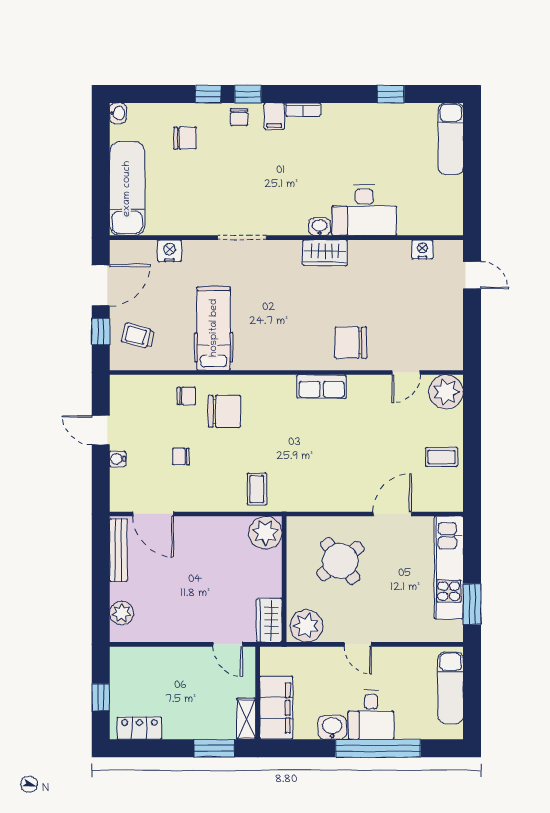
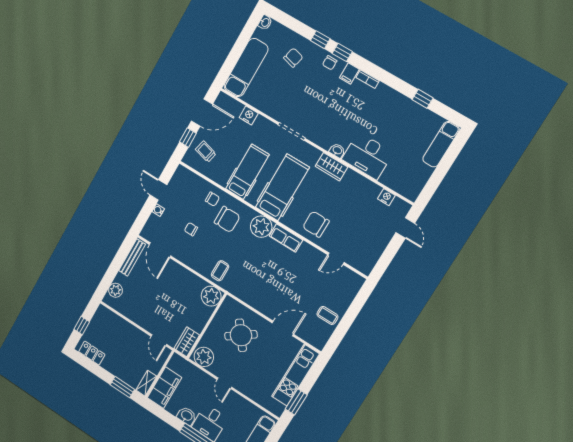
chair: (185, 138) -> (293, 58), turned -75
hospital bed: (275, 321) -> (282, 187), added
plant: (446, 392) -> (261, 227), moved

